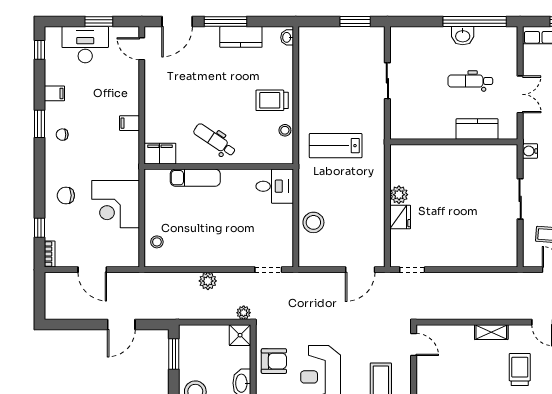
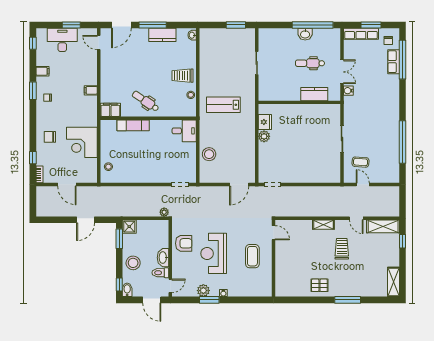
water cooler: (530, 151) -> (348, 91), moved
fridge: (400, 217) -> (265, 122), moved
plant: (208, 281) -> (141, 192), removed
shower: (240, 335) -> (129, 227), moved

